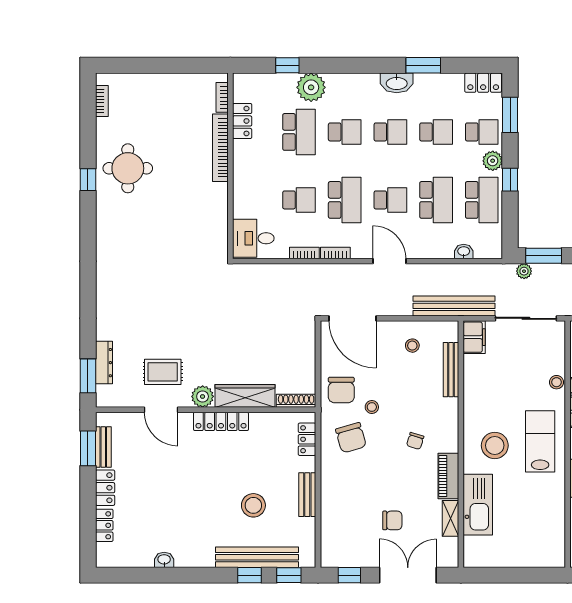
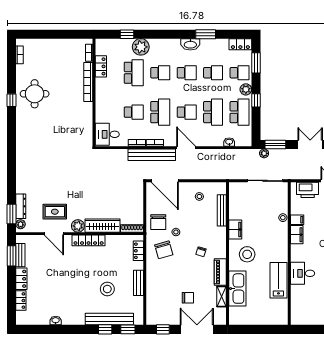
bench: (454, 306) -> (152, 155), moved
filing cabinet: (474, 337) -> (235, 230), moved
plant: (103, 394) -> (21, 224), added
lab bench: (540, 441) -> (278, 280), moved

